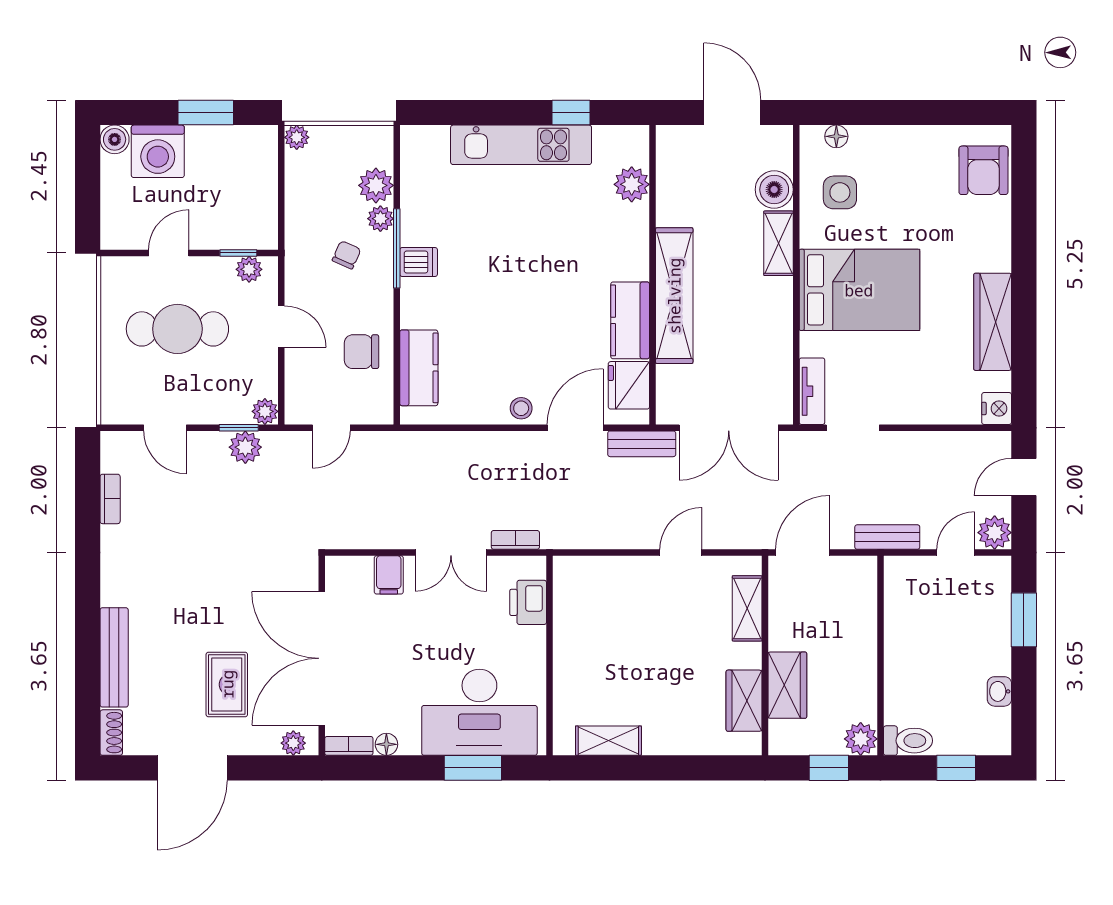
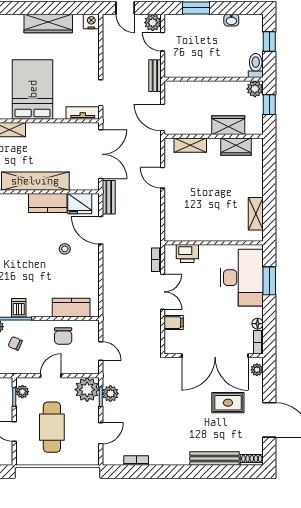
stool: (521, 408) -> (65, 249), moved
plant: (265, 411) -> (87, 390), width x1.87, depth x1.87

